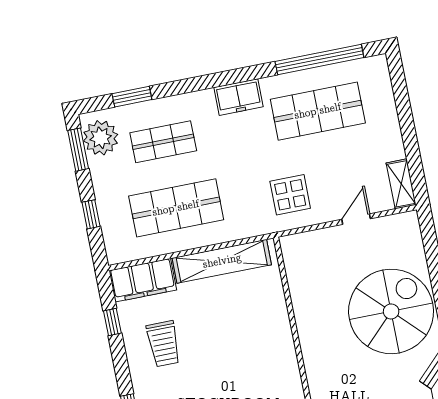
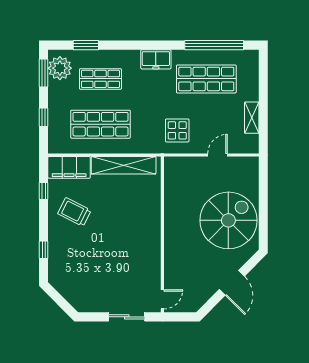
shelving: (401, 184) -> (252, 118), moved
trolley: (163, 344) -> (74, 212), turned 117

